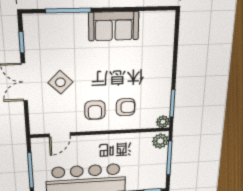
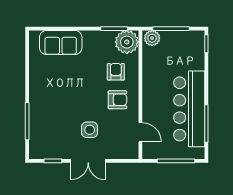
sofa: (114, 26) -> (61, 43), moved, turned 90
side table: (60, 82) -> (90, 130), turned 45
plant: (163, 122) -> (127, 42), width x1.88, depth x1.88

